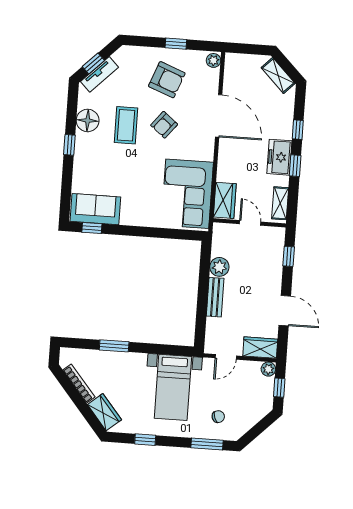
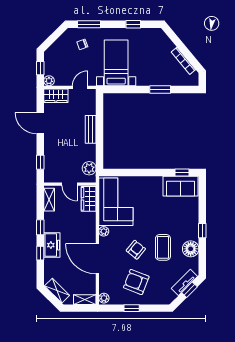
shelving: (240, 60) -> (85, 300), added
plant: (207, 154) -> (104, 231), added
freezer: (279, 157) -> (52, 245), moved
plant: (219, 267) -> (89, 168), moved
wardrobe: (104, 412) -> (164, 42), removed

